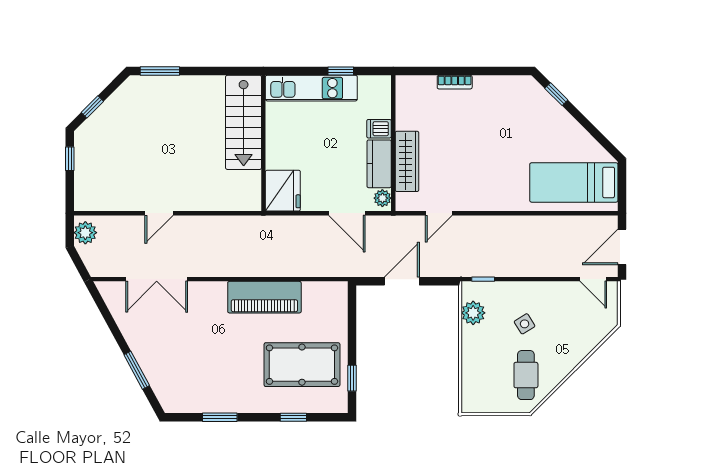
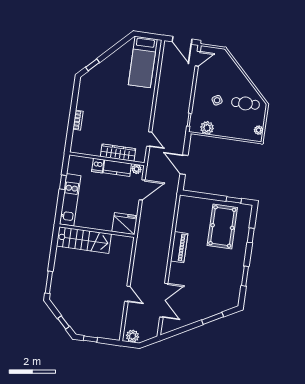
piano: (264, 297) -> (179, 247), width x0.73, depth x0.75
plant: (482, 405) -> (259, 130), added

